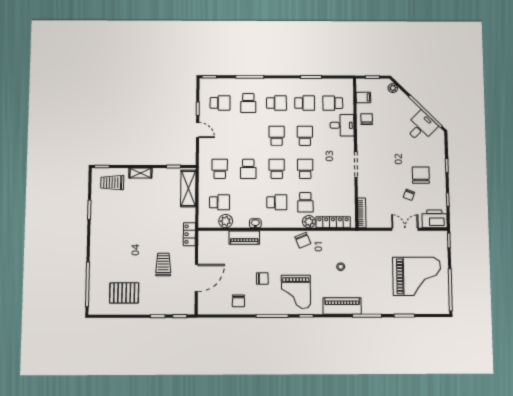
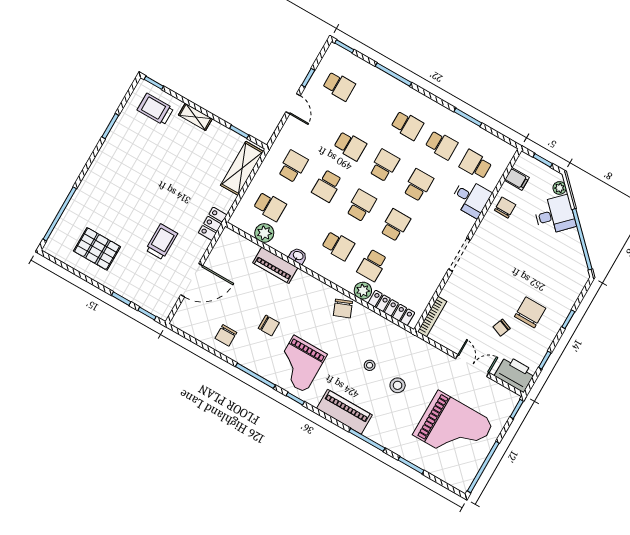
school desk: (248, 103) -> (350, 146), moved, turned -90
desk: (421, 127) -> (555, 215), moved
stool: (366, 269) -> (398, 385), added

